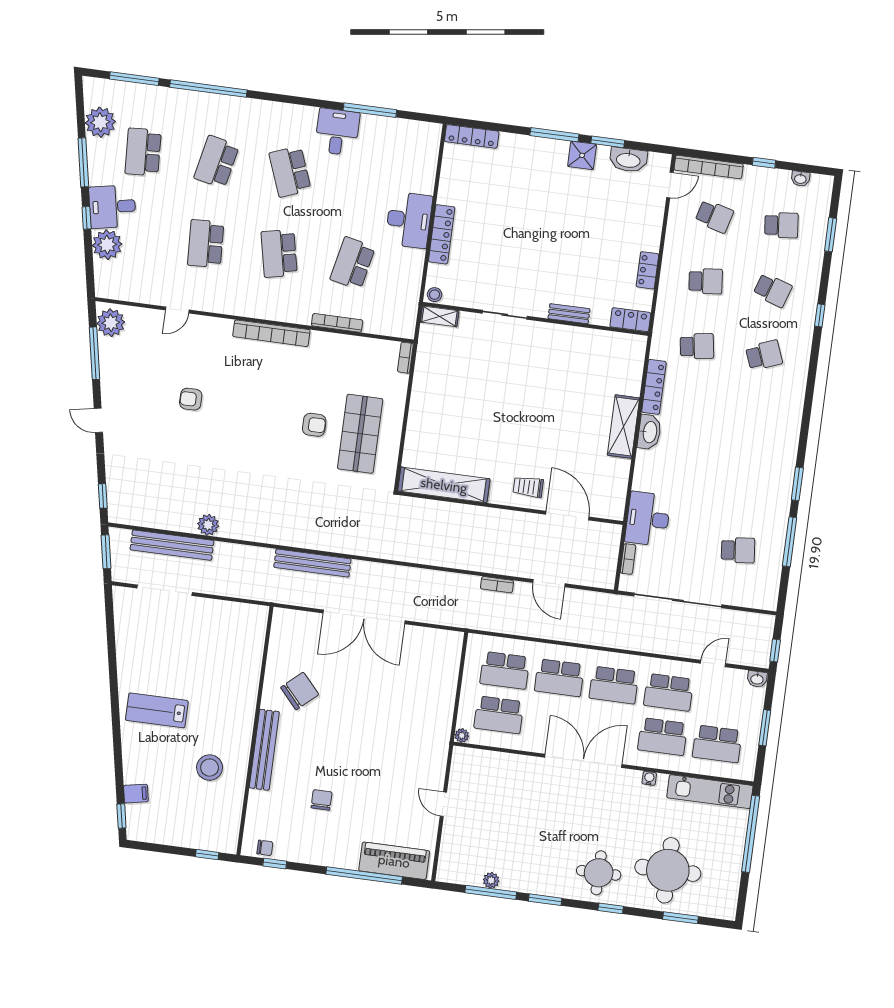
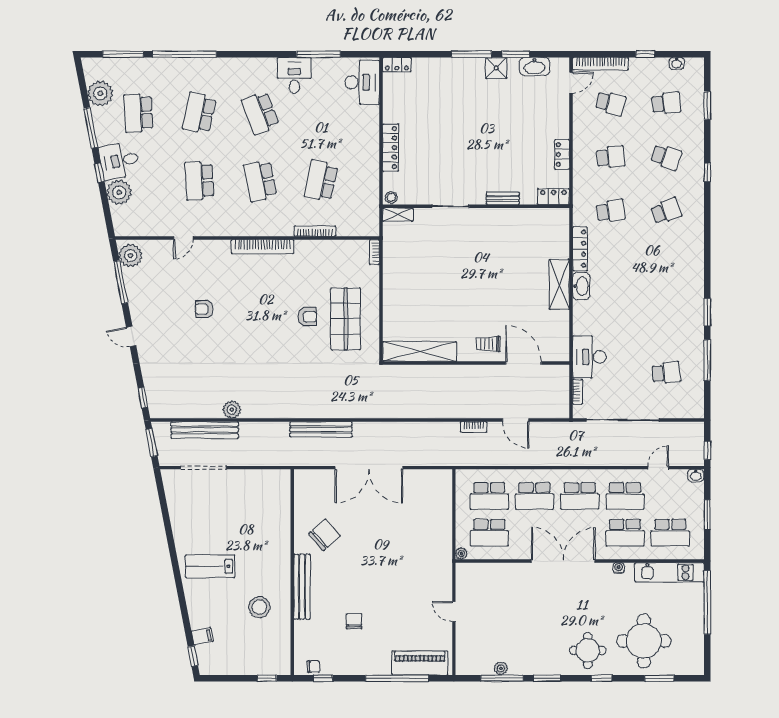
locker: (472, 136) -> (397, 65), width x0.66
desk: (409, 220) -> (362, 82), moved

